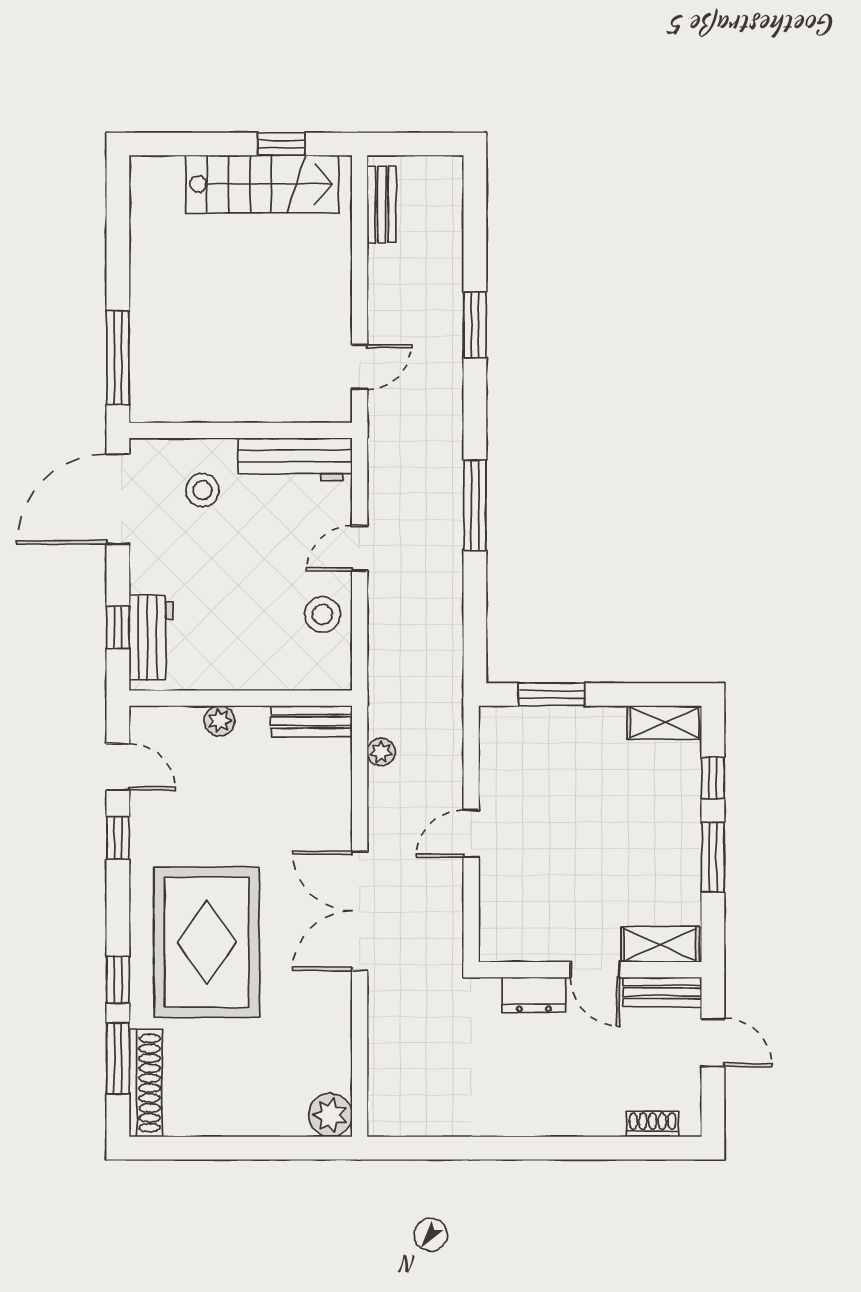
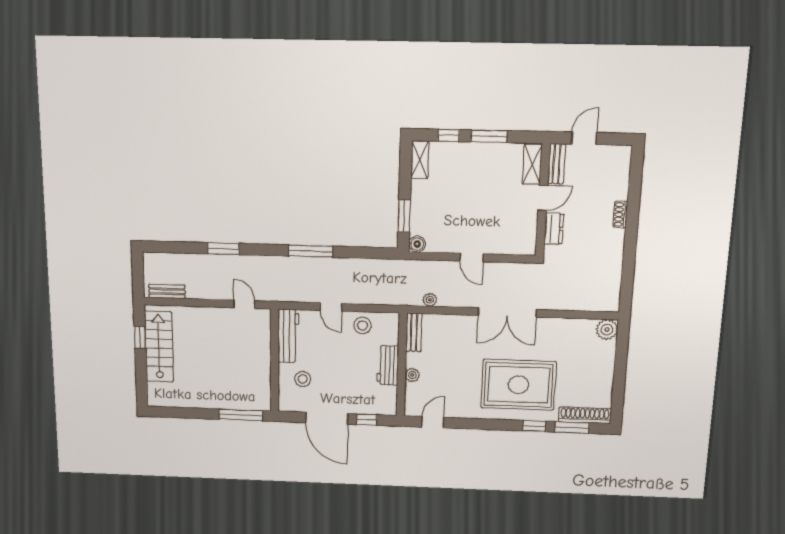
door: (118, 499) -> (327, 418), moved
workbench: (151, 638) -> (388, 365), moved, turned -90
boiler: (495, 722) -> (417, 244), added
window: (118, 838) -> (466, 423), removed
shoe rack: (653, 1124) -> (620, 214), moved

